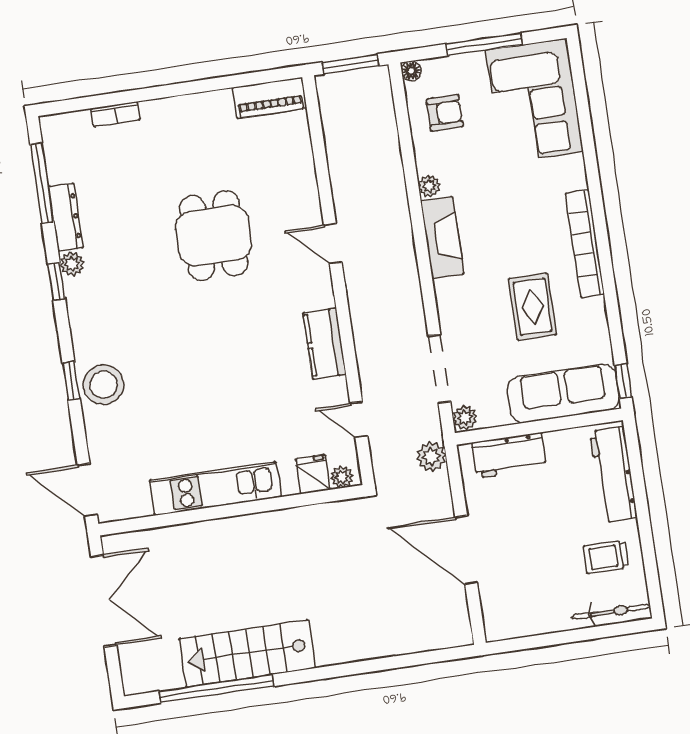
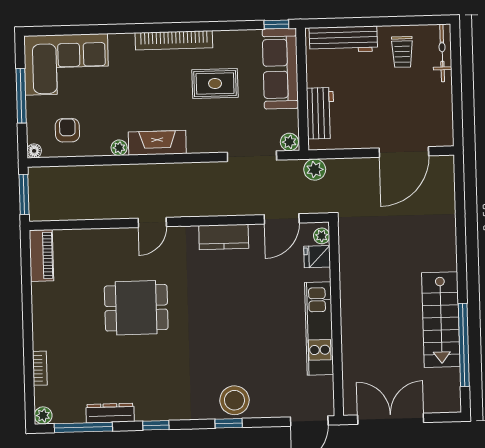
plant: (72, 264) -> (43, 415), moved
door: (359, 420) -> (282, 219), width x1.38
door: (466, 550) -> (404, 152), moved

